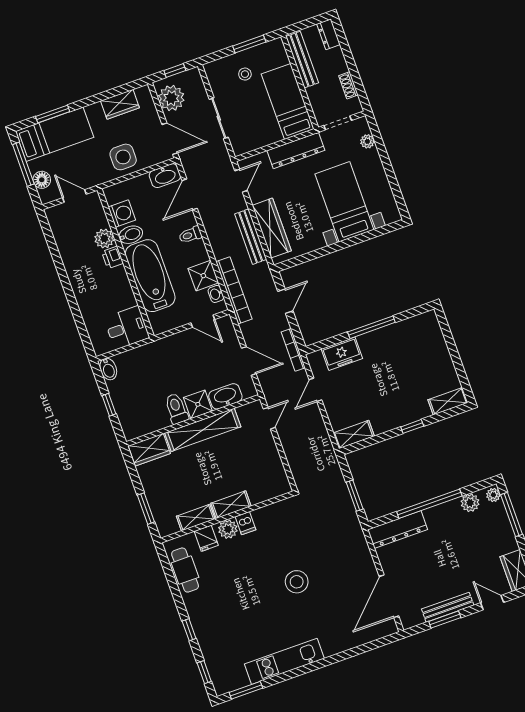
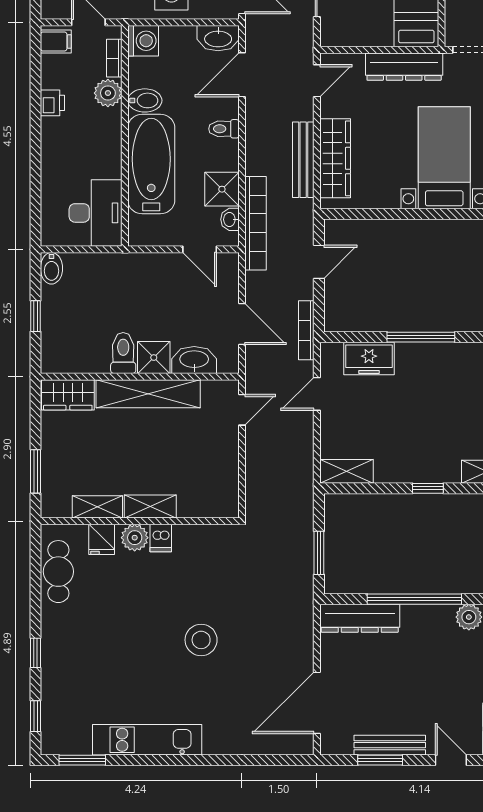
bookcase: (100, 214) -> (114, 58), added
washing machine: (122, 214) -> (143, 41), moved
filing cabinet: (57, 216) -> (56, 42), added
printer: (112, 257) -> (52, 103), moved, turned 180
desk: (127, 328) -> (96, 213), width x1.37

